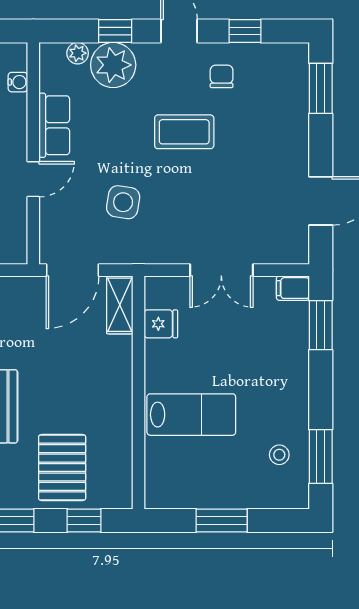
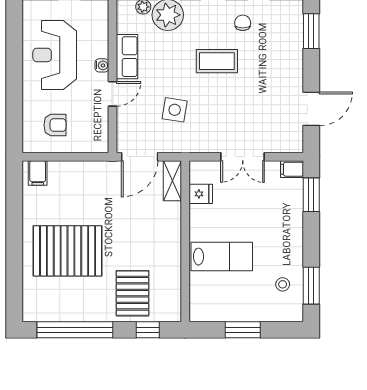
water cooler: (18, 82) -> (102, 65), moved

